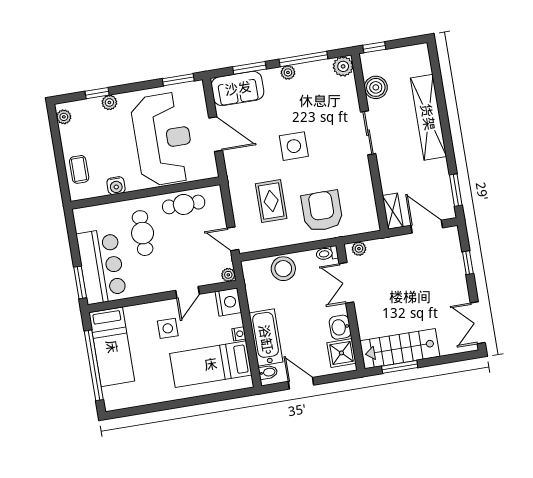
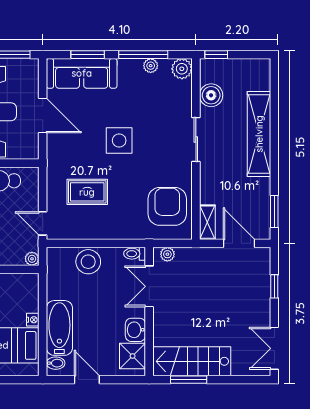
plant: (288, 72) -> (151, 66), moved
sofa: (238, 88) -> (82, 73), width x1.36
rug: (271, 201) -> (87, 192), turned 90
armchair: (322, 211) -> (167, 206), moved
nightstand: (228, 302) -> (27, 286), removed

